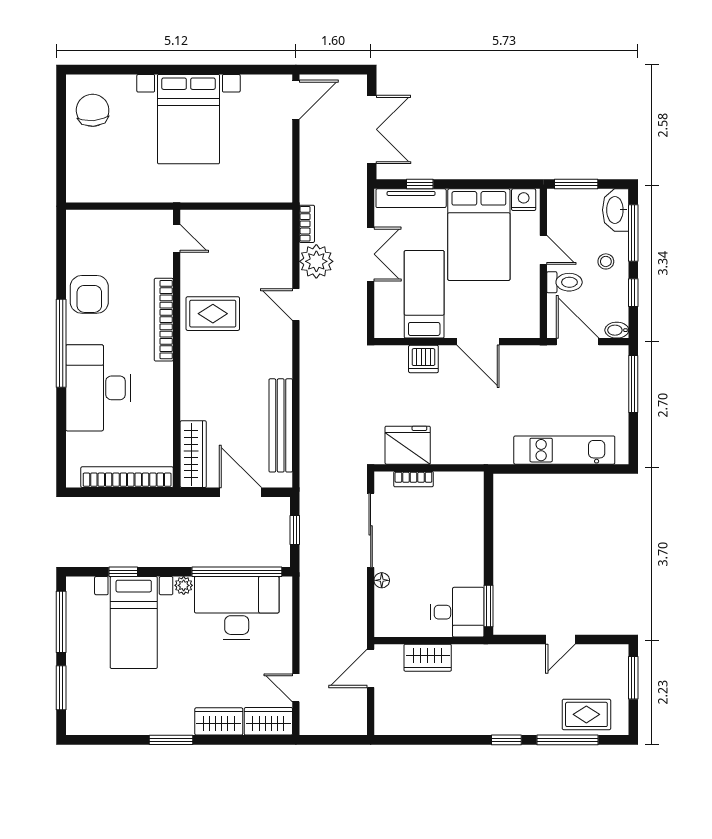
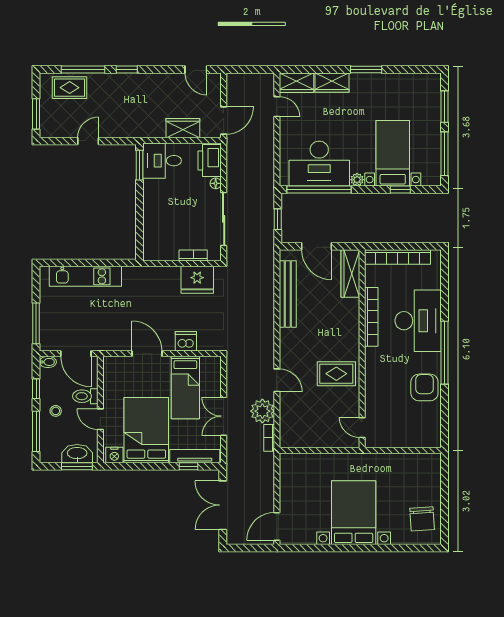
washbasin: (616, 210) -> (77, 454), moved, turned -90
bookcase: (164, 320) -> (371, 317), moved
printer: (390, 612) -> (210, 161), added
door: (409, 740) -> (196, 69), added

